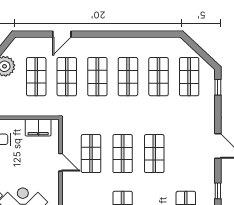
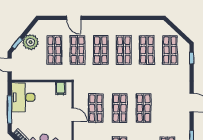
door: (62, 34) -> (74, 18), hinge flipped
filing cabinet: (38, 128) -> (61, 88), width x0.50

